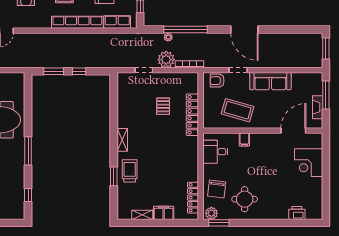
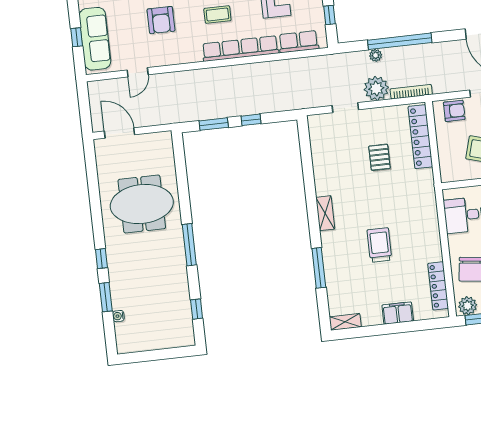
armchair: (217, 81) -> (454, 111), turned 180
locker: (192, 115) -> (420, 137), moved
trolley: (130, 171) -> (379, 245), moved
window: (114, 176) -> (319, 268), width x1.44
shelving: (142, 215) -> (345, 322), moved

